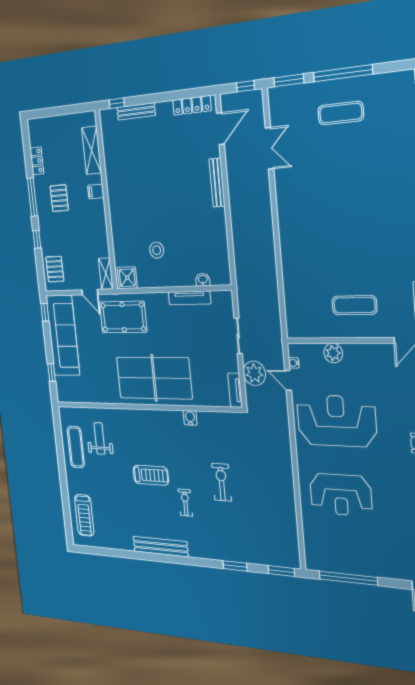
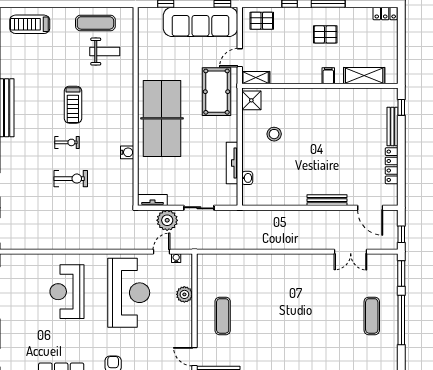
locker: (192, 105) -> (392, 166), moved
locker: (37, 161) -> (385, 14), moved
exercise bike: (185, 503) -> (67, 142), moved

